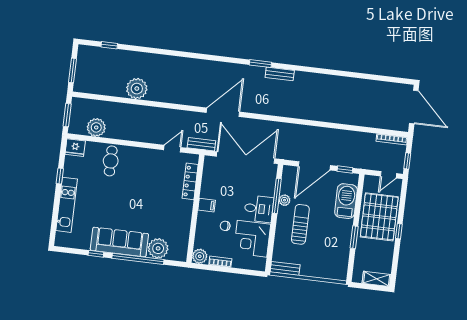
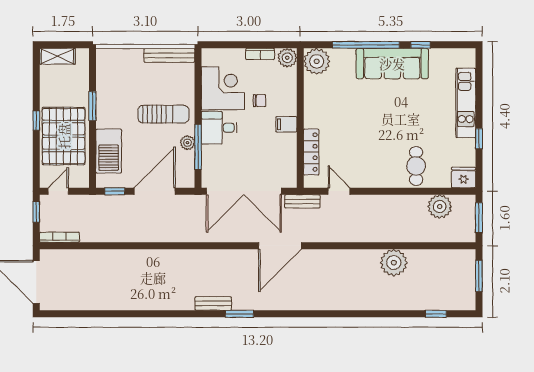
door: (172, 149) -> (339, 191), swing flipped
sun lounger: (300, 224) -> (163, 114), turned -90
plant: (158, 248) -> (317, 61), moved
bench: (285, 268) -> (169, 55), width x1.36

